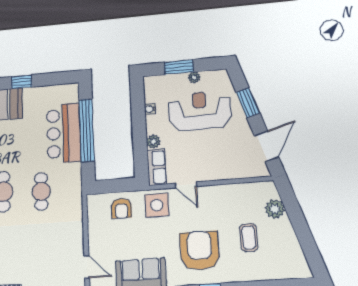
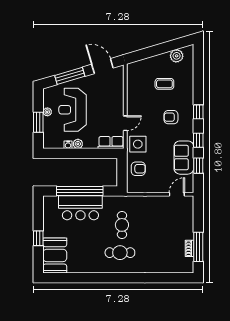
window: (248, 103) -> (70, 76), width x1.44
plant: (153, 142) -> (78, 144), moved
cafe table: (41, 191) -> (122, 225), turned 90
plant: (275, 209) -> (177, 56), moved
armchair: (200, 251) -> (171, 117), width x0.53, depth x0.53

